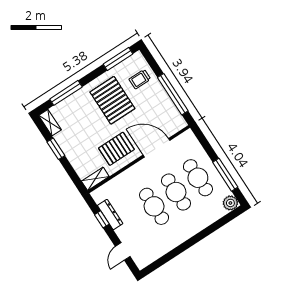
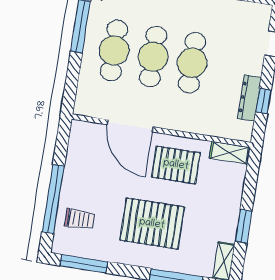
window: (173, 94) -> (53, 199), moved
pallet: (112, 100) -> (152, 224), moved, turned 90

